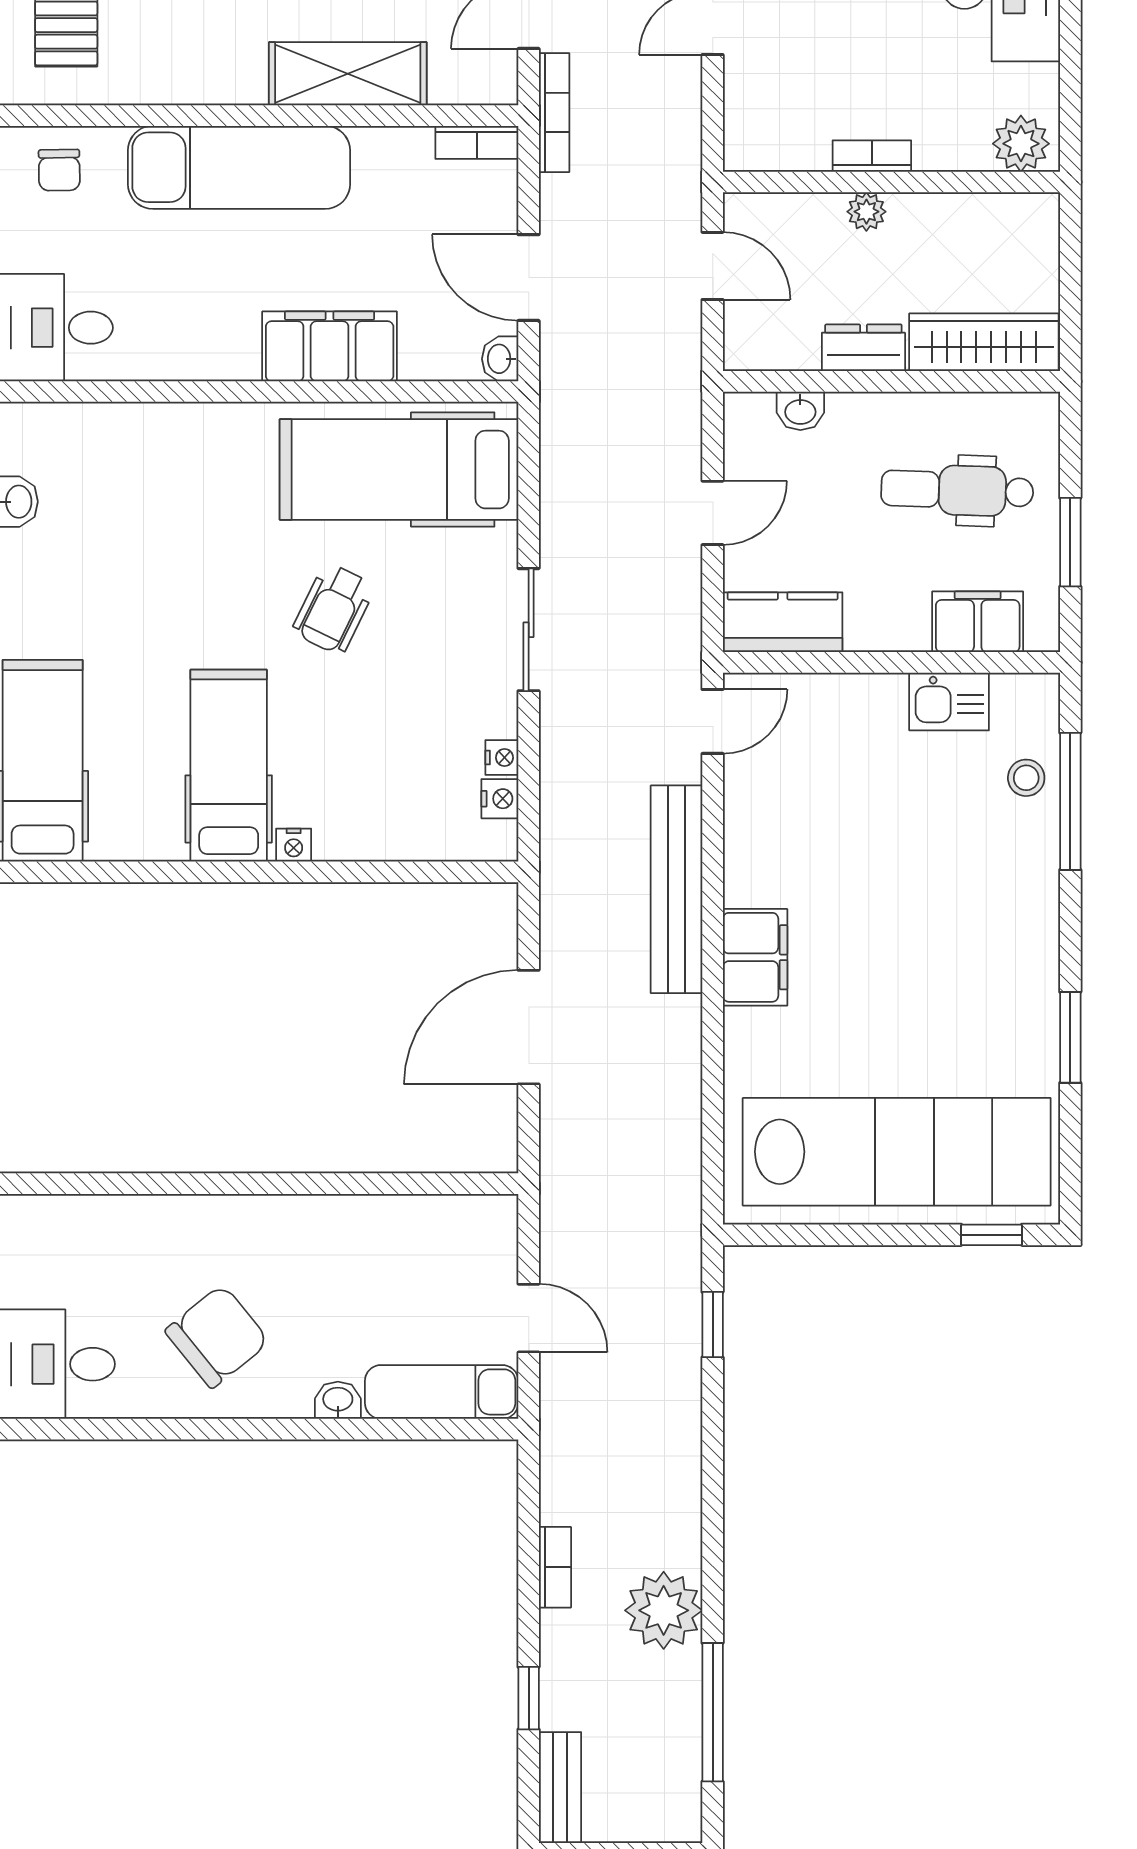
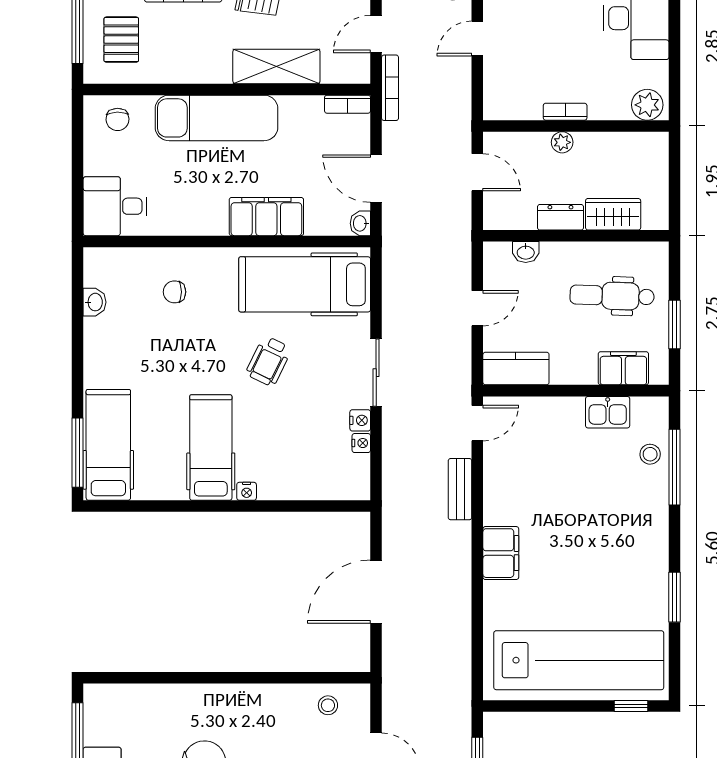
wardrobe: (984, 342) -> (613, 214), width x0.67
chair: (163, 483) -> (175, 292), added
nightstand: (500, 799) -> (360, 420), moved
bench: (677, 889) -> (460, 489), width x0.54, depth x0.82
stool: (441, 1234) -> (328, 705), added

